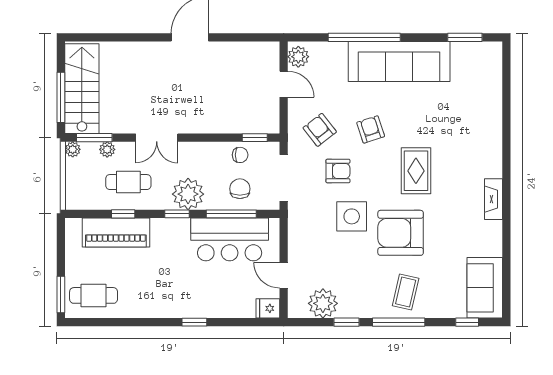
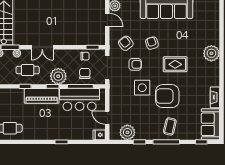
plant: (487, 149) -> (211, 53), added
rug: (416, 171) -> (175, 64), turned 90
fireplace: (494, 199) -> (215, 97), moved
piano: (116, 232) -> (42, 96), moved

